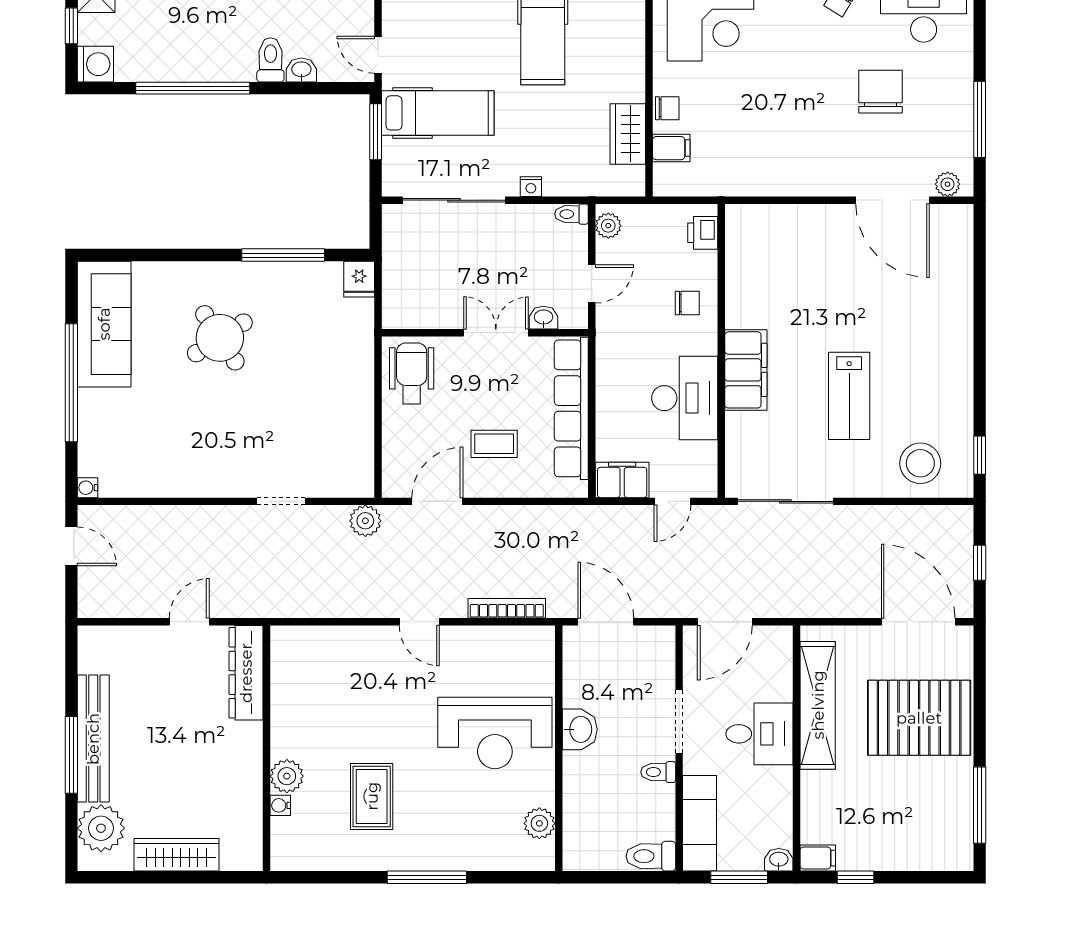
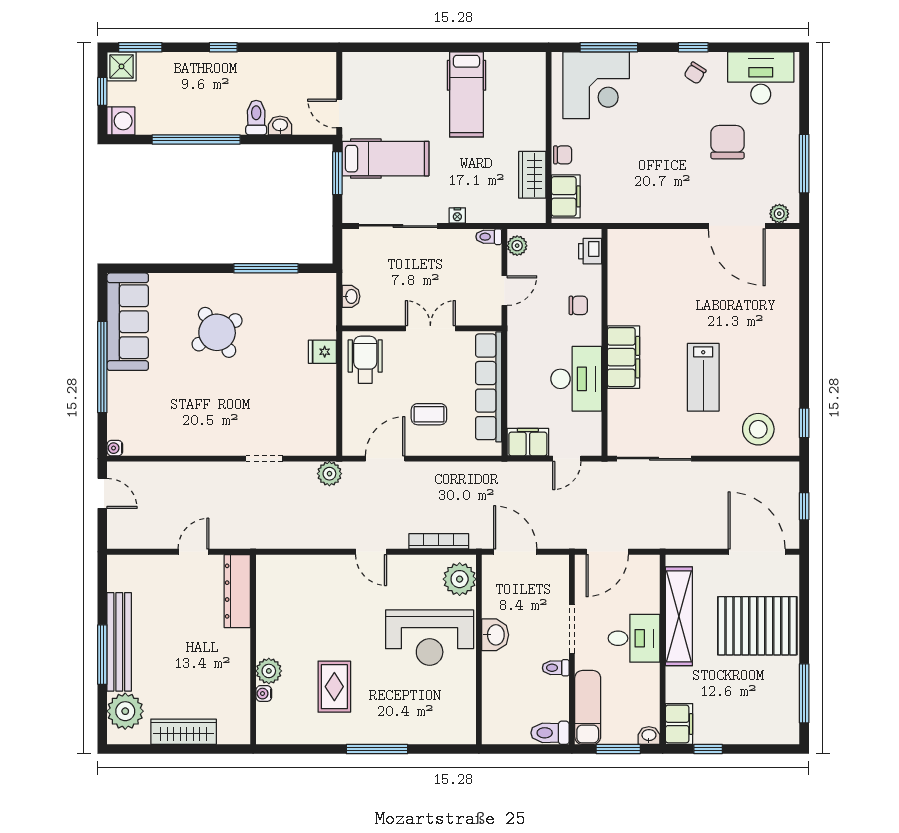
filing cabinet: (671, 148) -> (566, 196), width x2.00
fridge: (359, 279) -> (322, 352), moved, turned 90
washbasin: (544, 318) -> (351, 296), moved, turned 90
plant: (539, 823) -> (460, 579), moved, width x1.36, depth x1.36
filing cabinet: (818, 858) -> (679, 724), width x2.00

